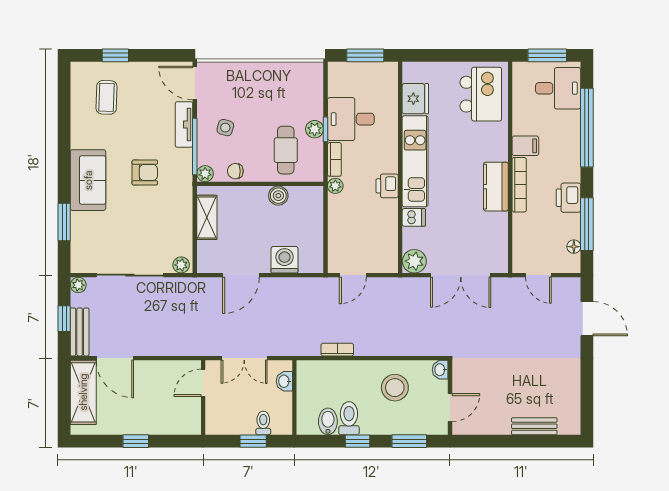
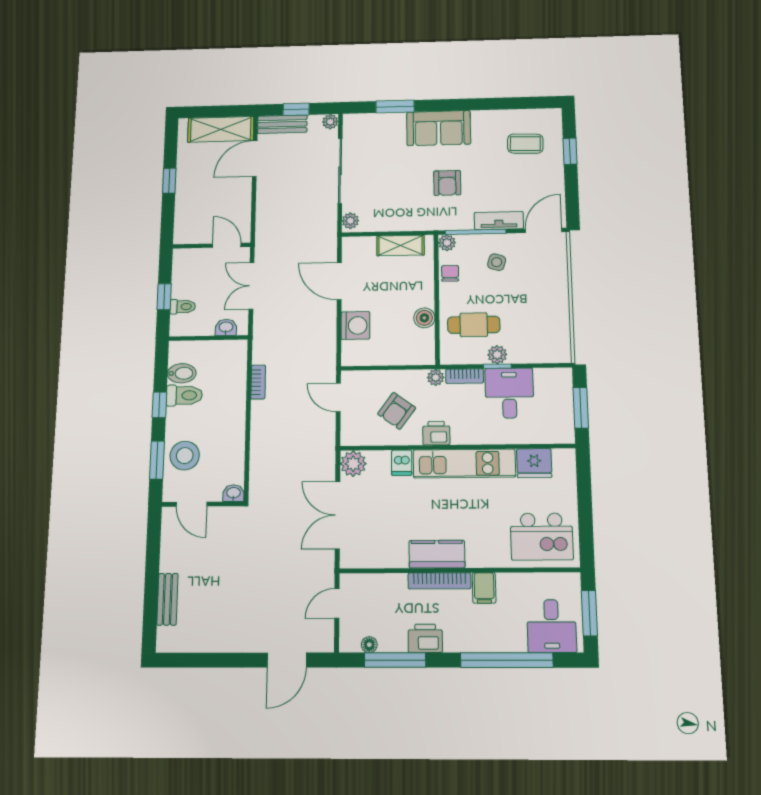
armchair: (366, 222) -> (397, 411), added
stool: (395, 388) -> (185, 456), moved

